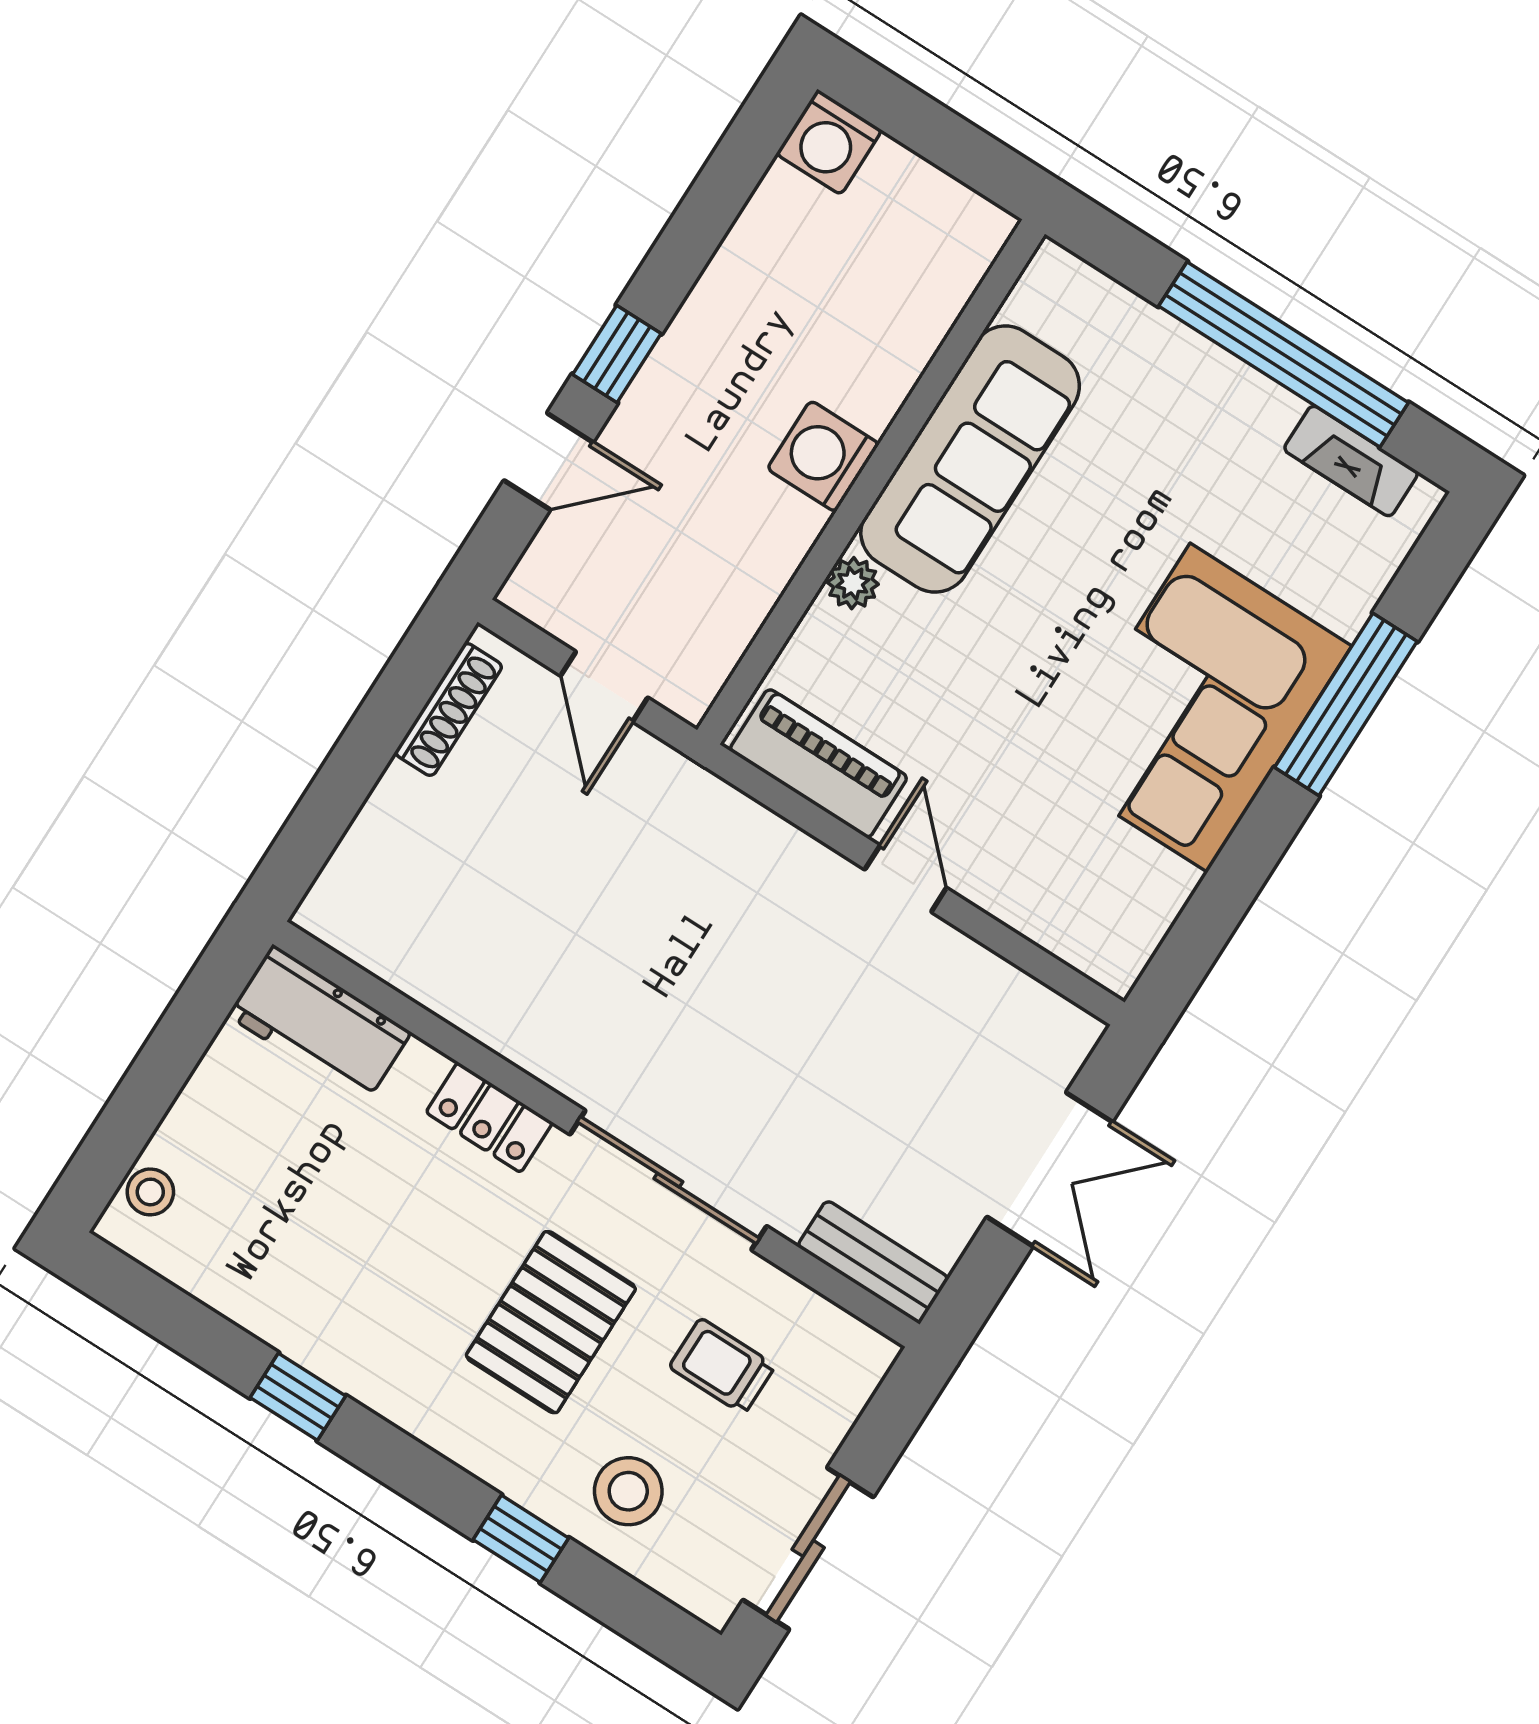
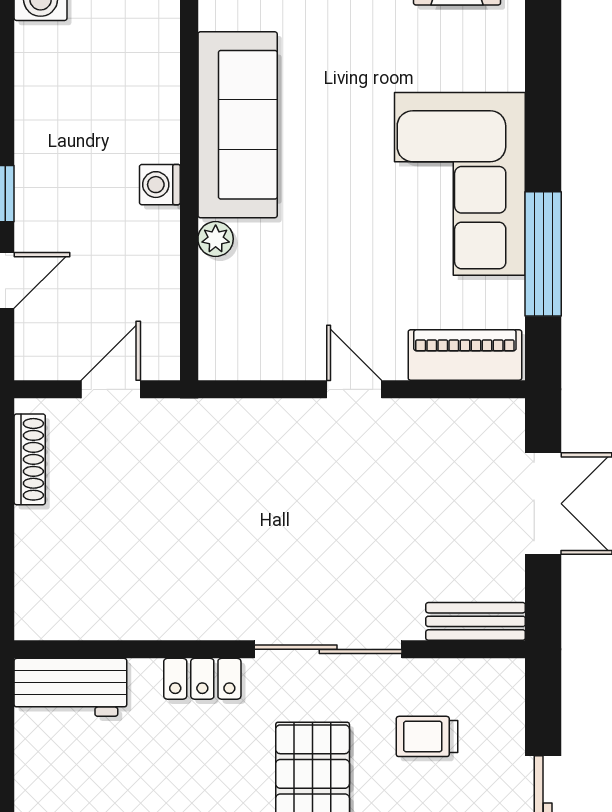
washing machine: (823, 456) -> (160, 185), width x0.73, depth x0.73
door: (604, 687) -> (111, 389), swing flipped
window: (1346, 704) -> (543, 254), moved
piano: (818, 763) -> (465, 355), moved

